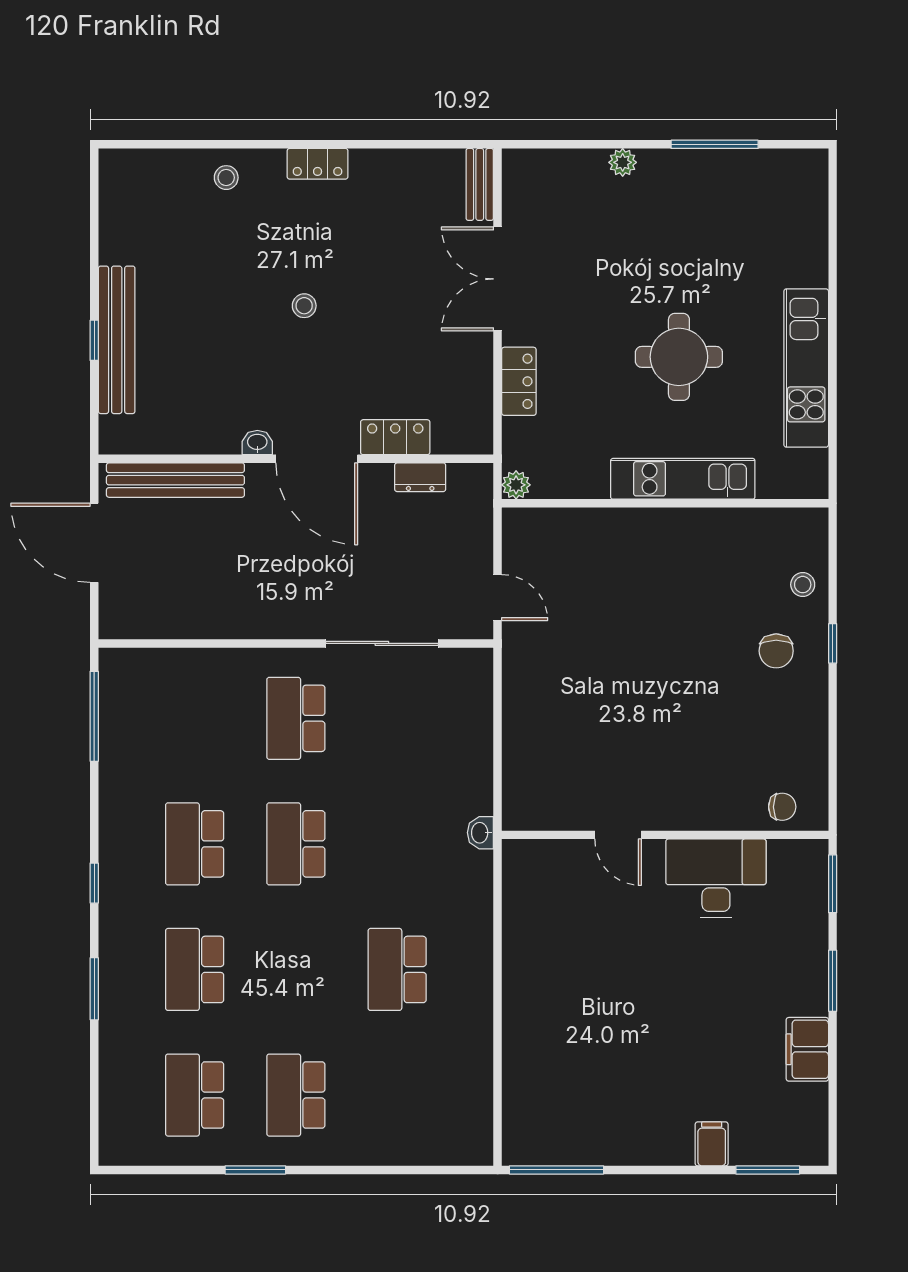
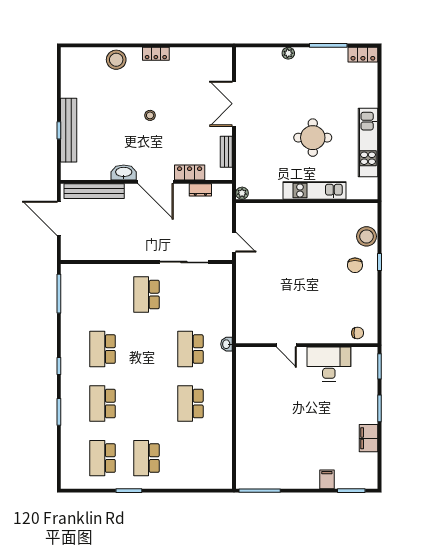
stool: (226, 178) -> (116, 60), width x1.89, depth x1.89
bench: (480, 184) -> (226, 152), moved
locker: (519, 381) -> (363, 55), moved, turned 90
washbasin: (257, 443) -> (124, 172), width x1.91, depth x1.45
stool: (803, 585) -> (366, 236), width x1.89, depth x1.89
school desk: (296, 844) -> (190, 349), moved

